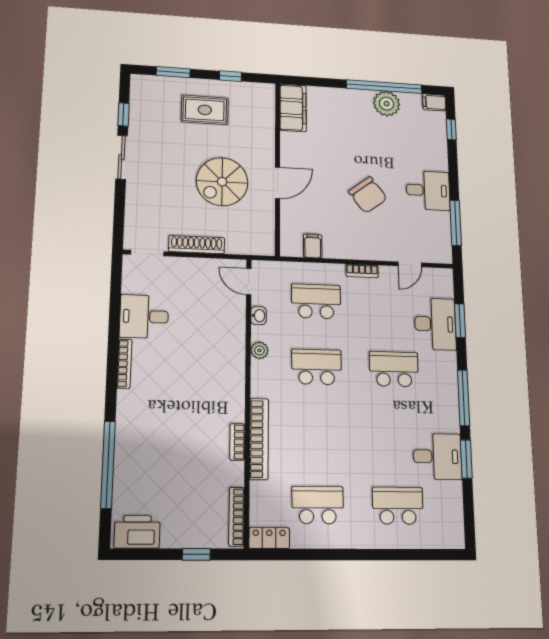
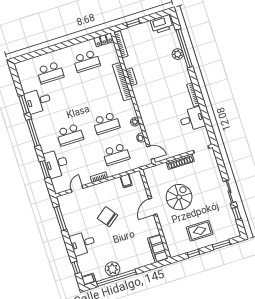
desk: (428, 190) -> (83, 243), moved
plant: (126, 457) -> (178, 54), added

